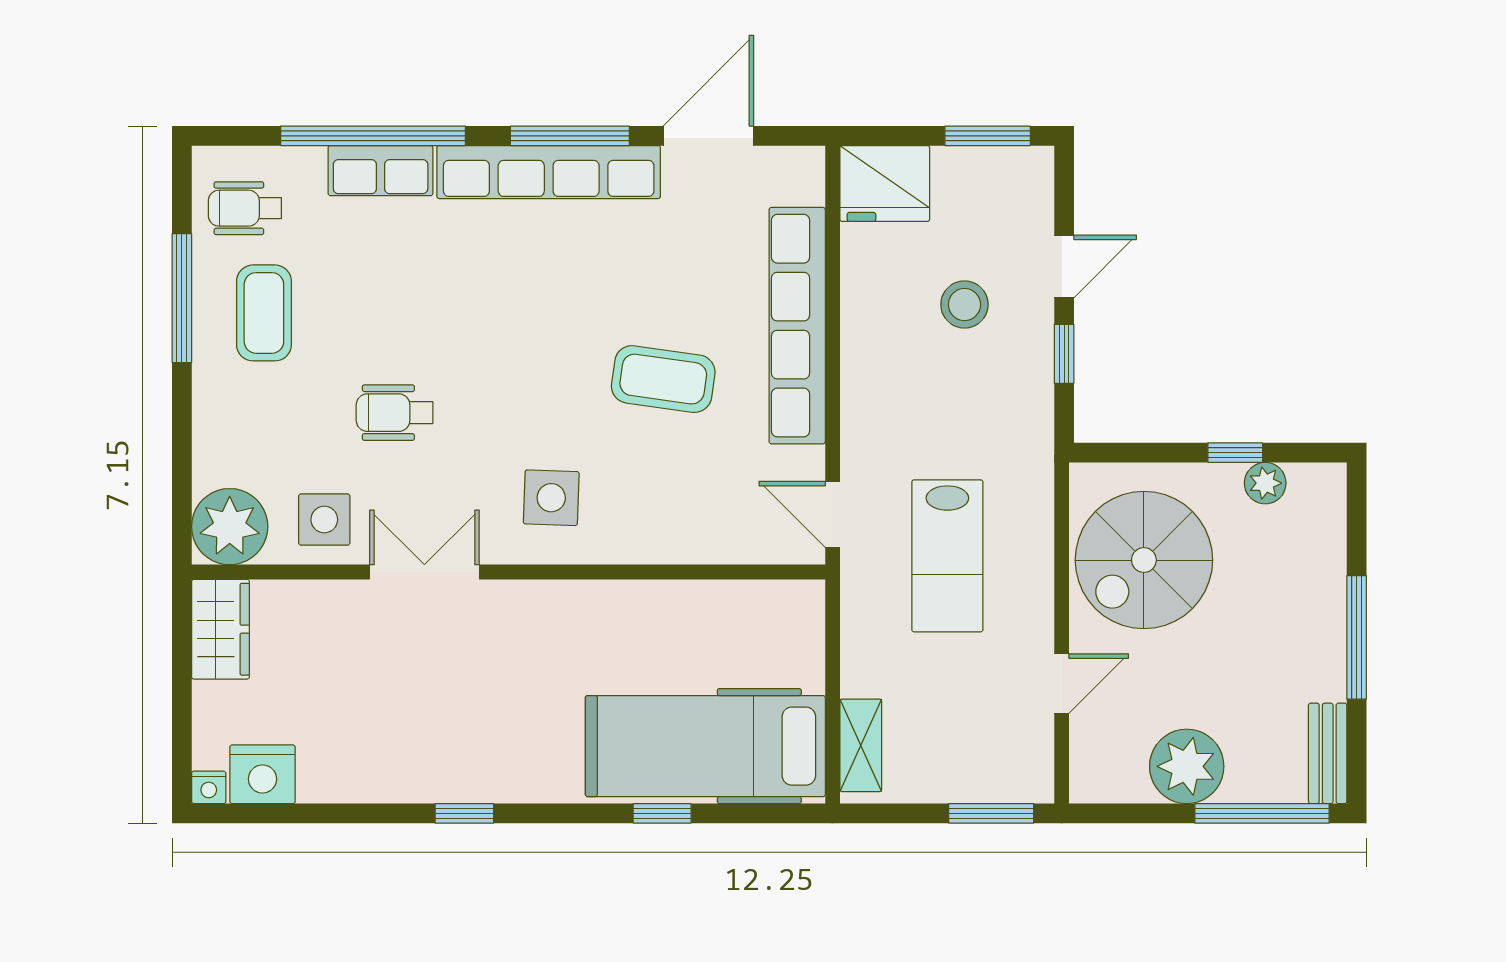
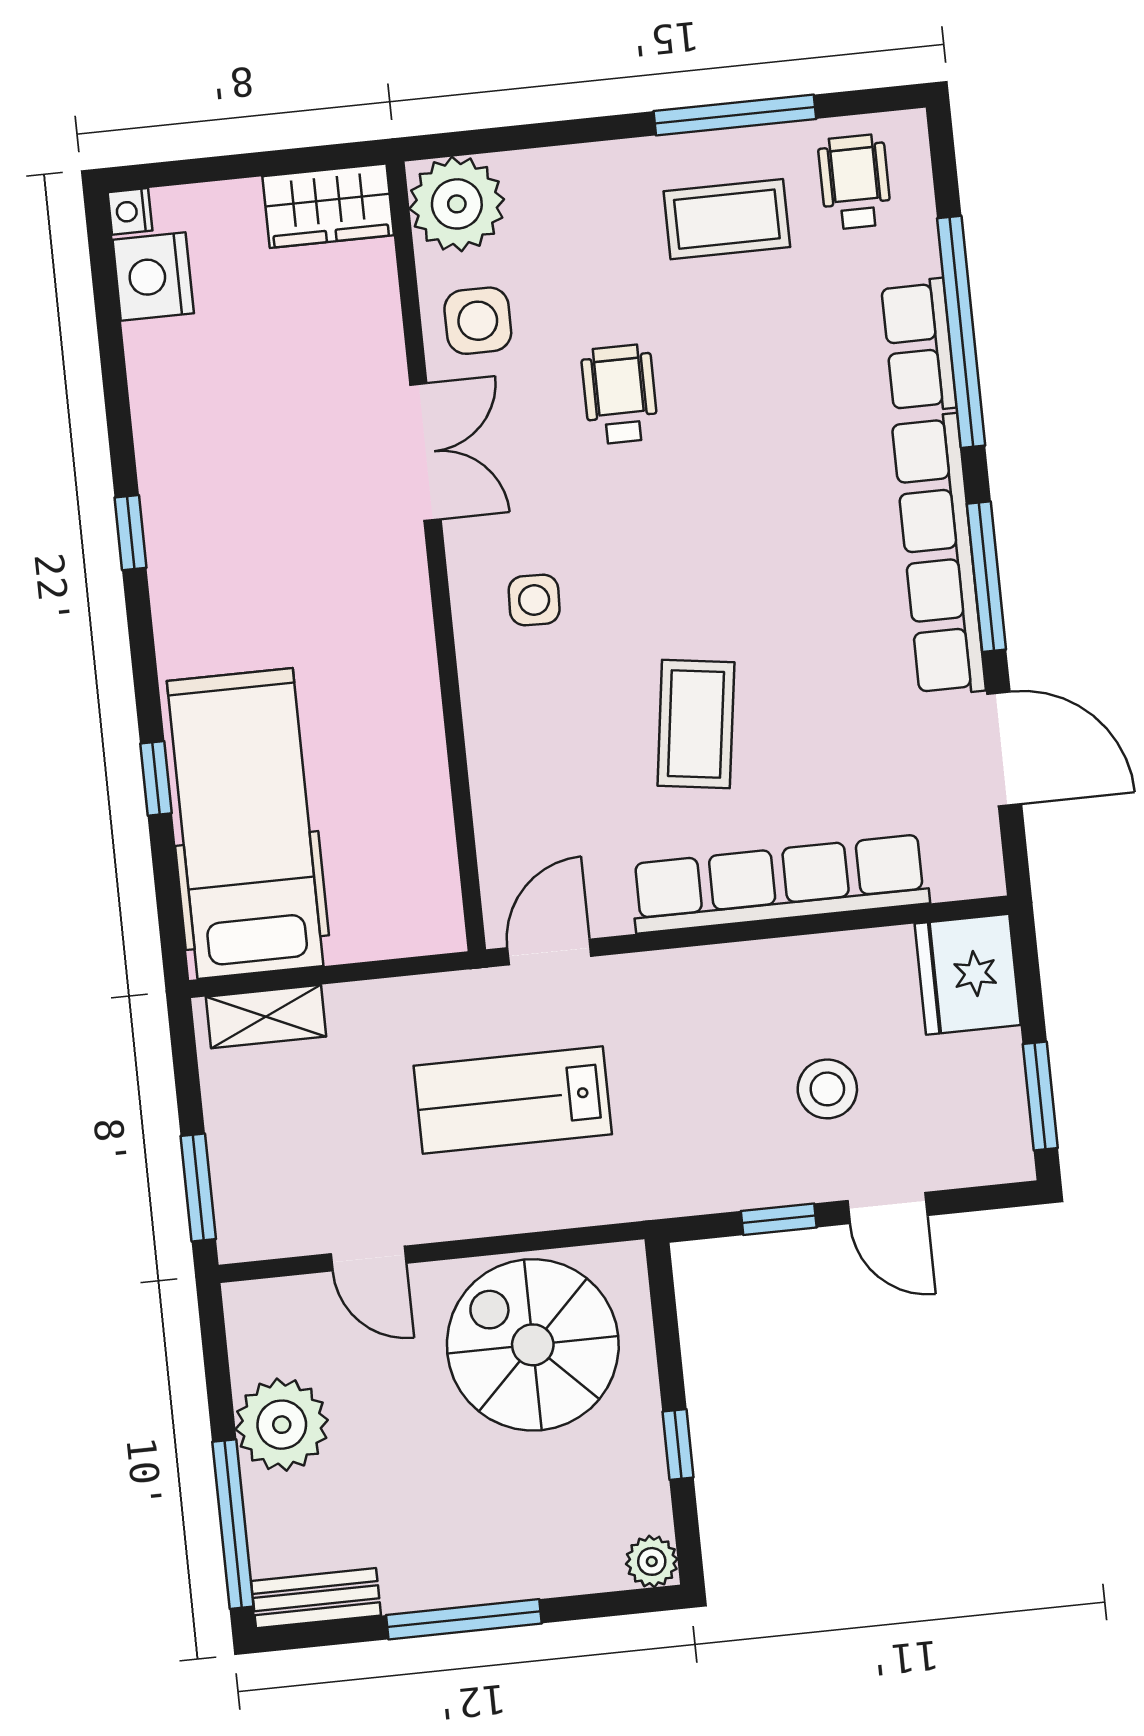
plant: (1265, 483) -> (652, 1561), moved
side table: (551, 498) -> (534, 600), width x0.73, depth x0.73

